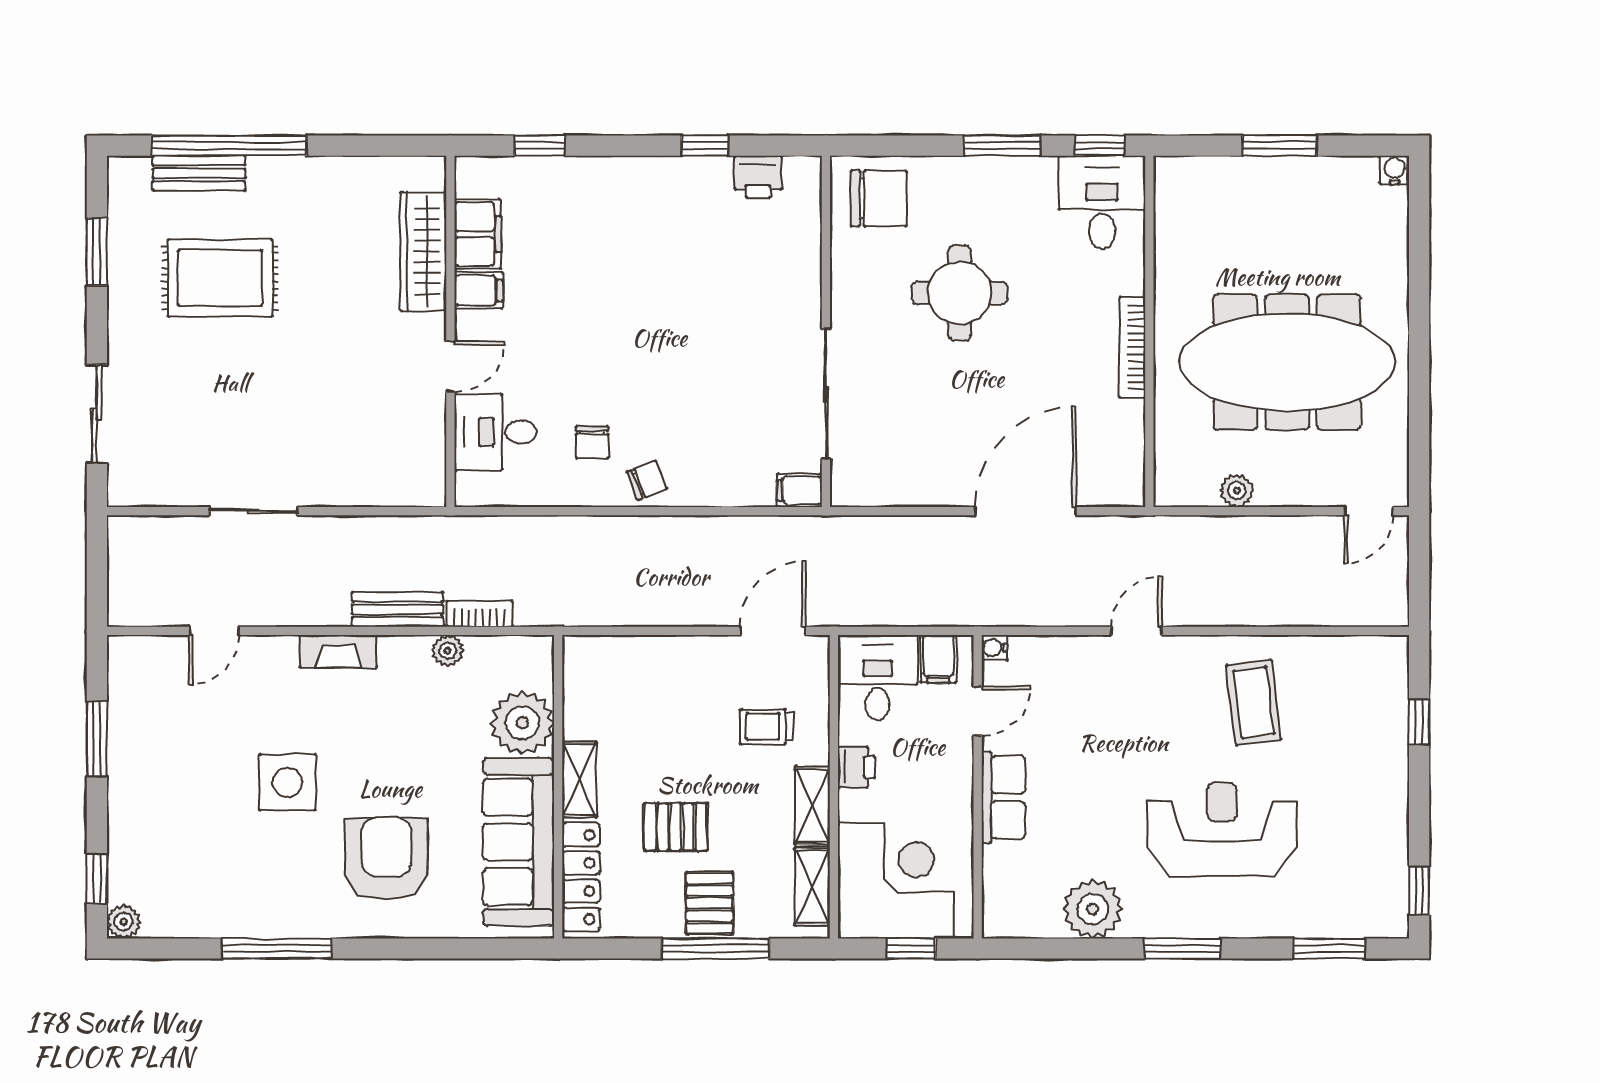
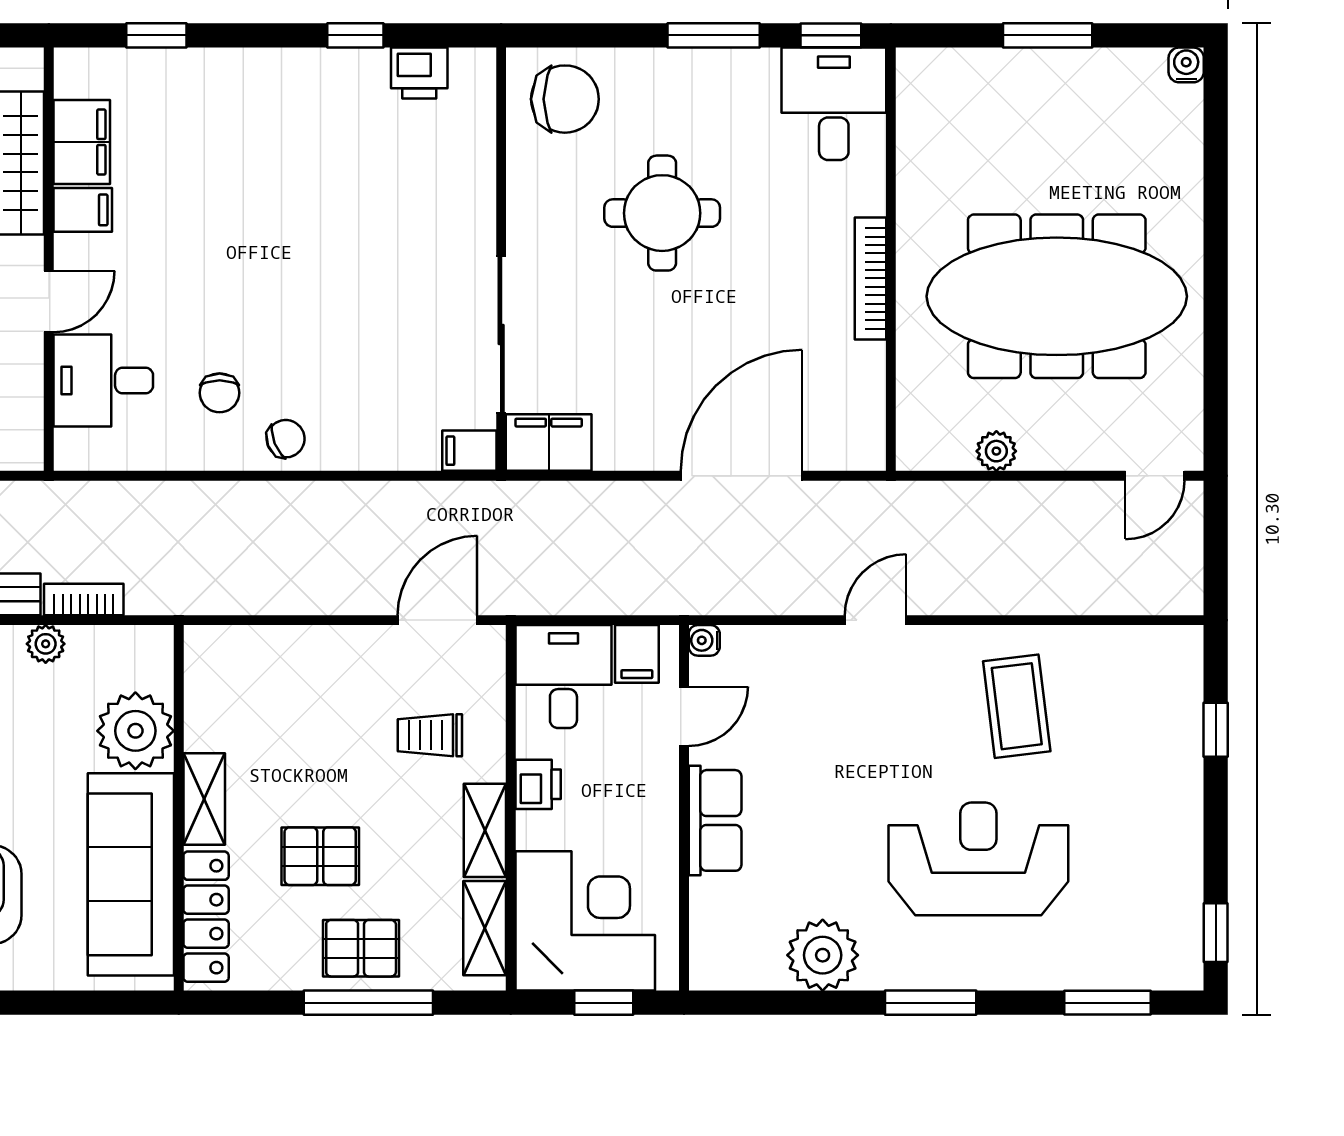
filing cabinet: (865, 483) -> (549, 442), added
pallet: (710, 903) -> (361, 948), turned 90

